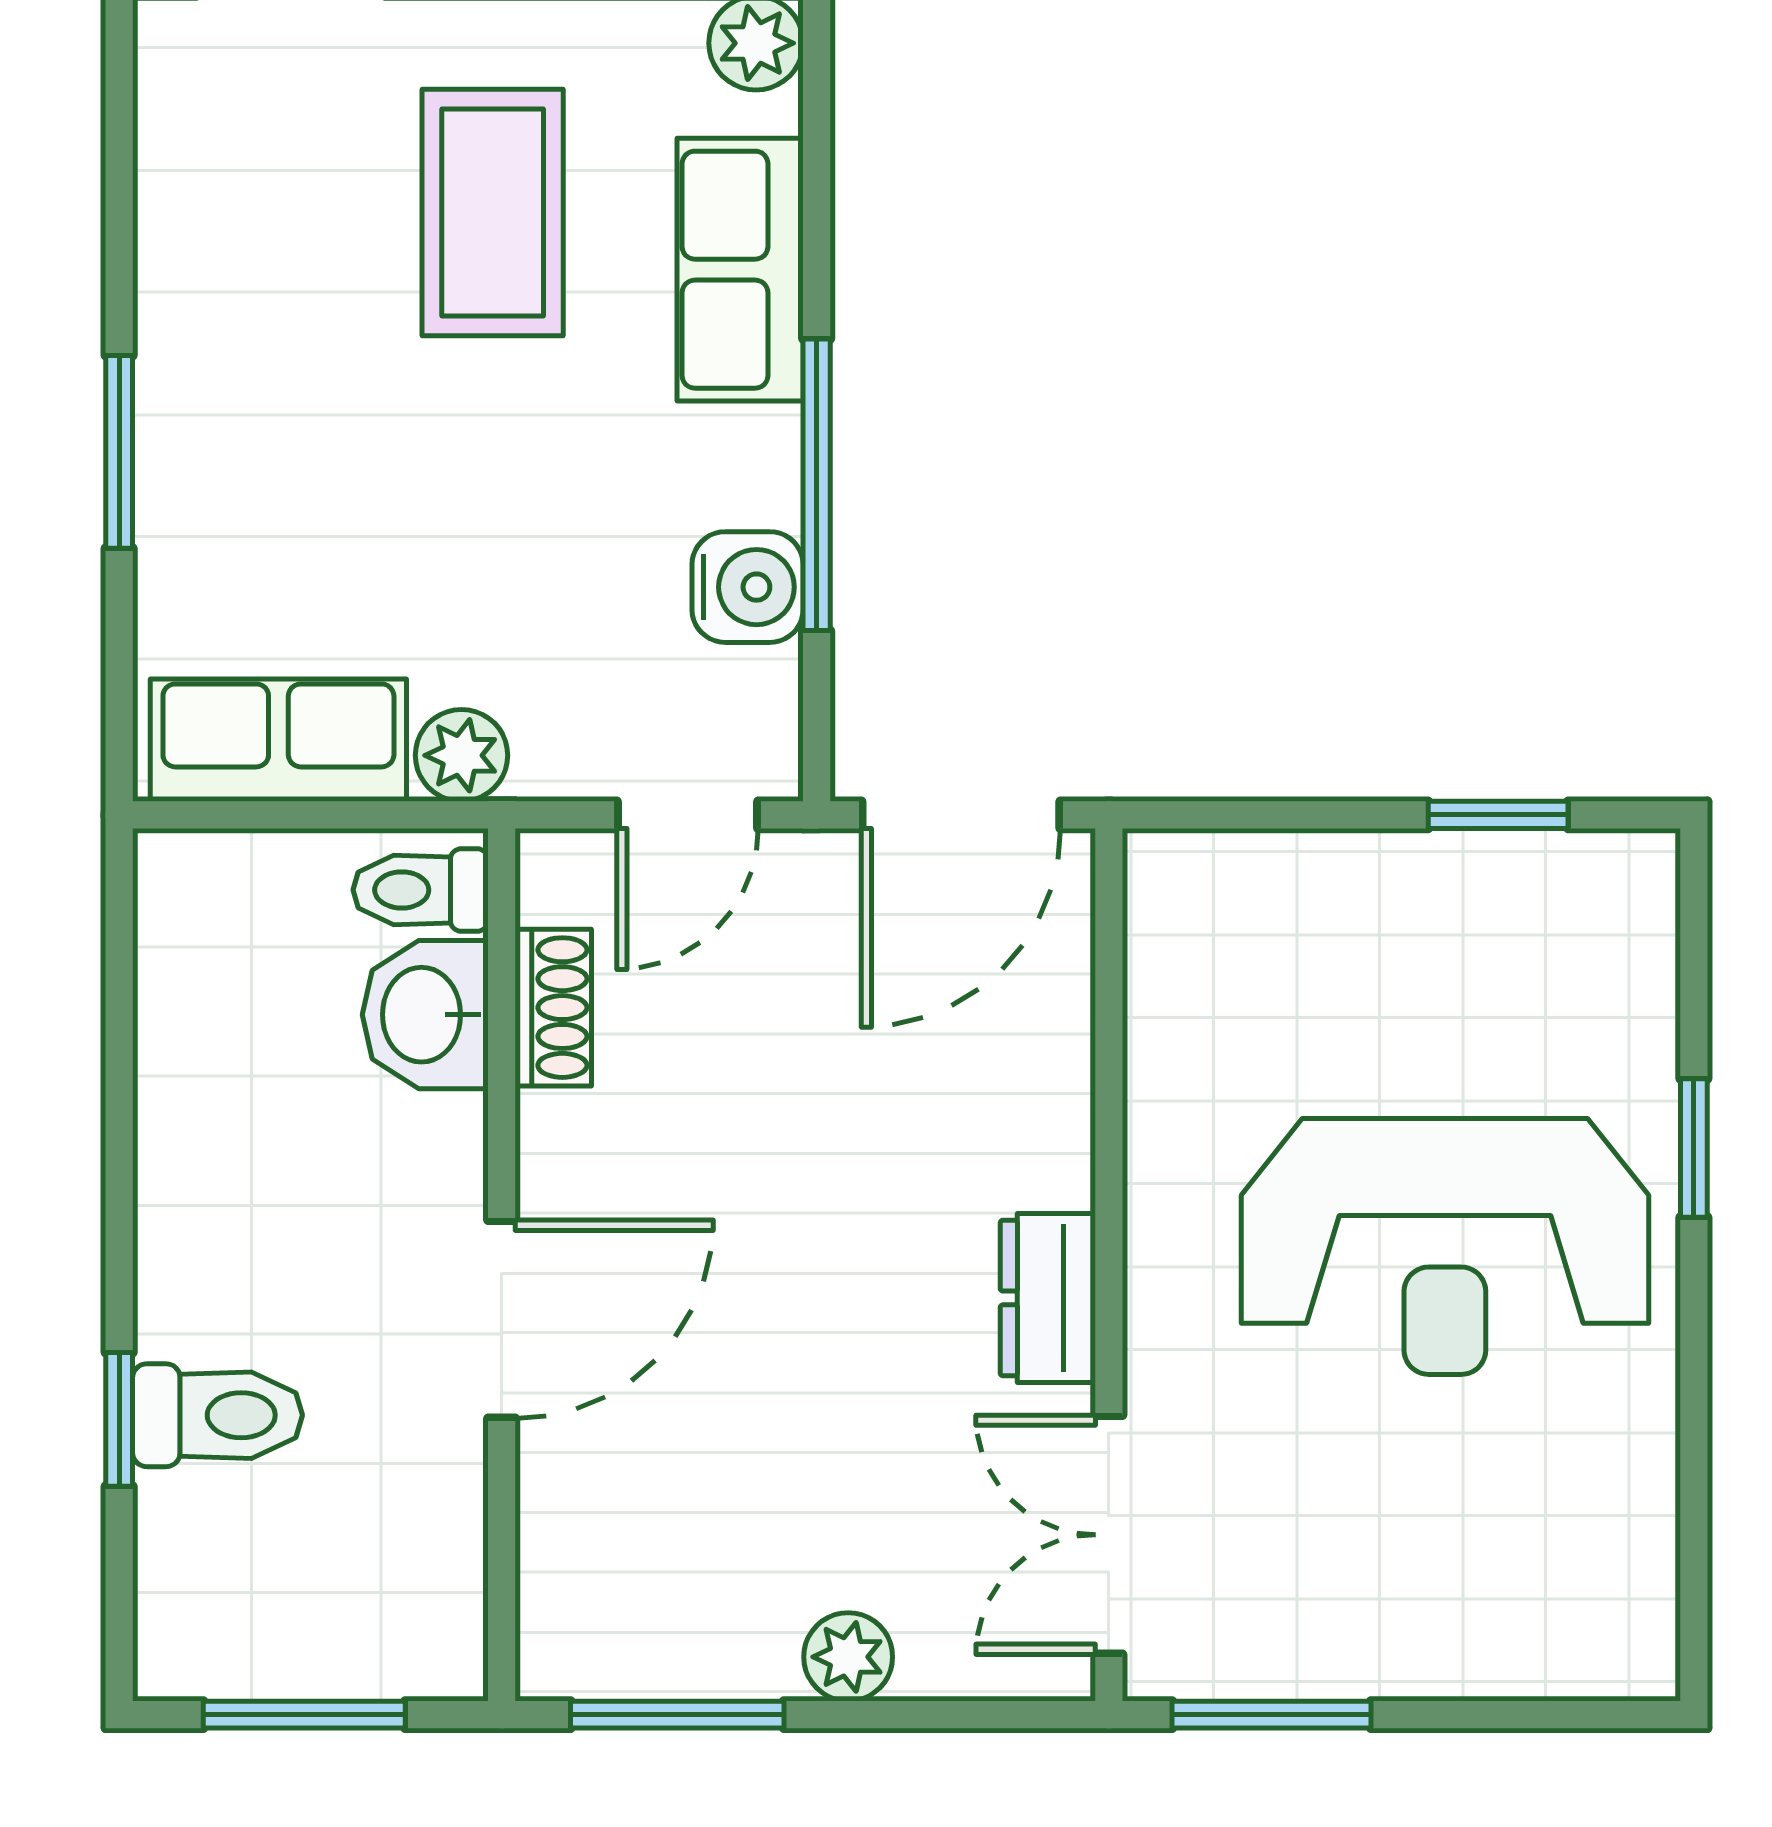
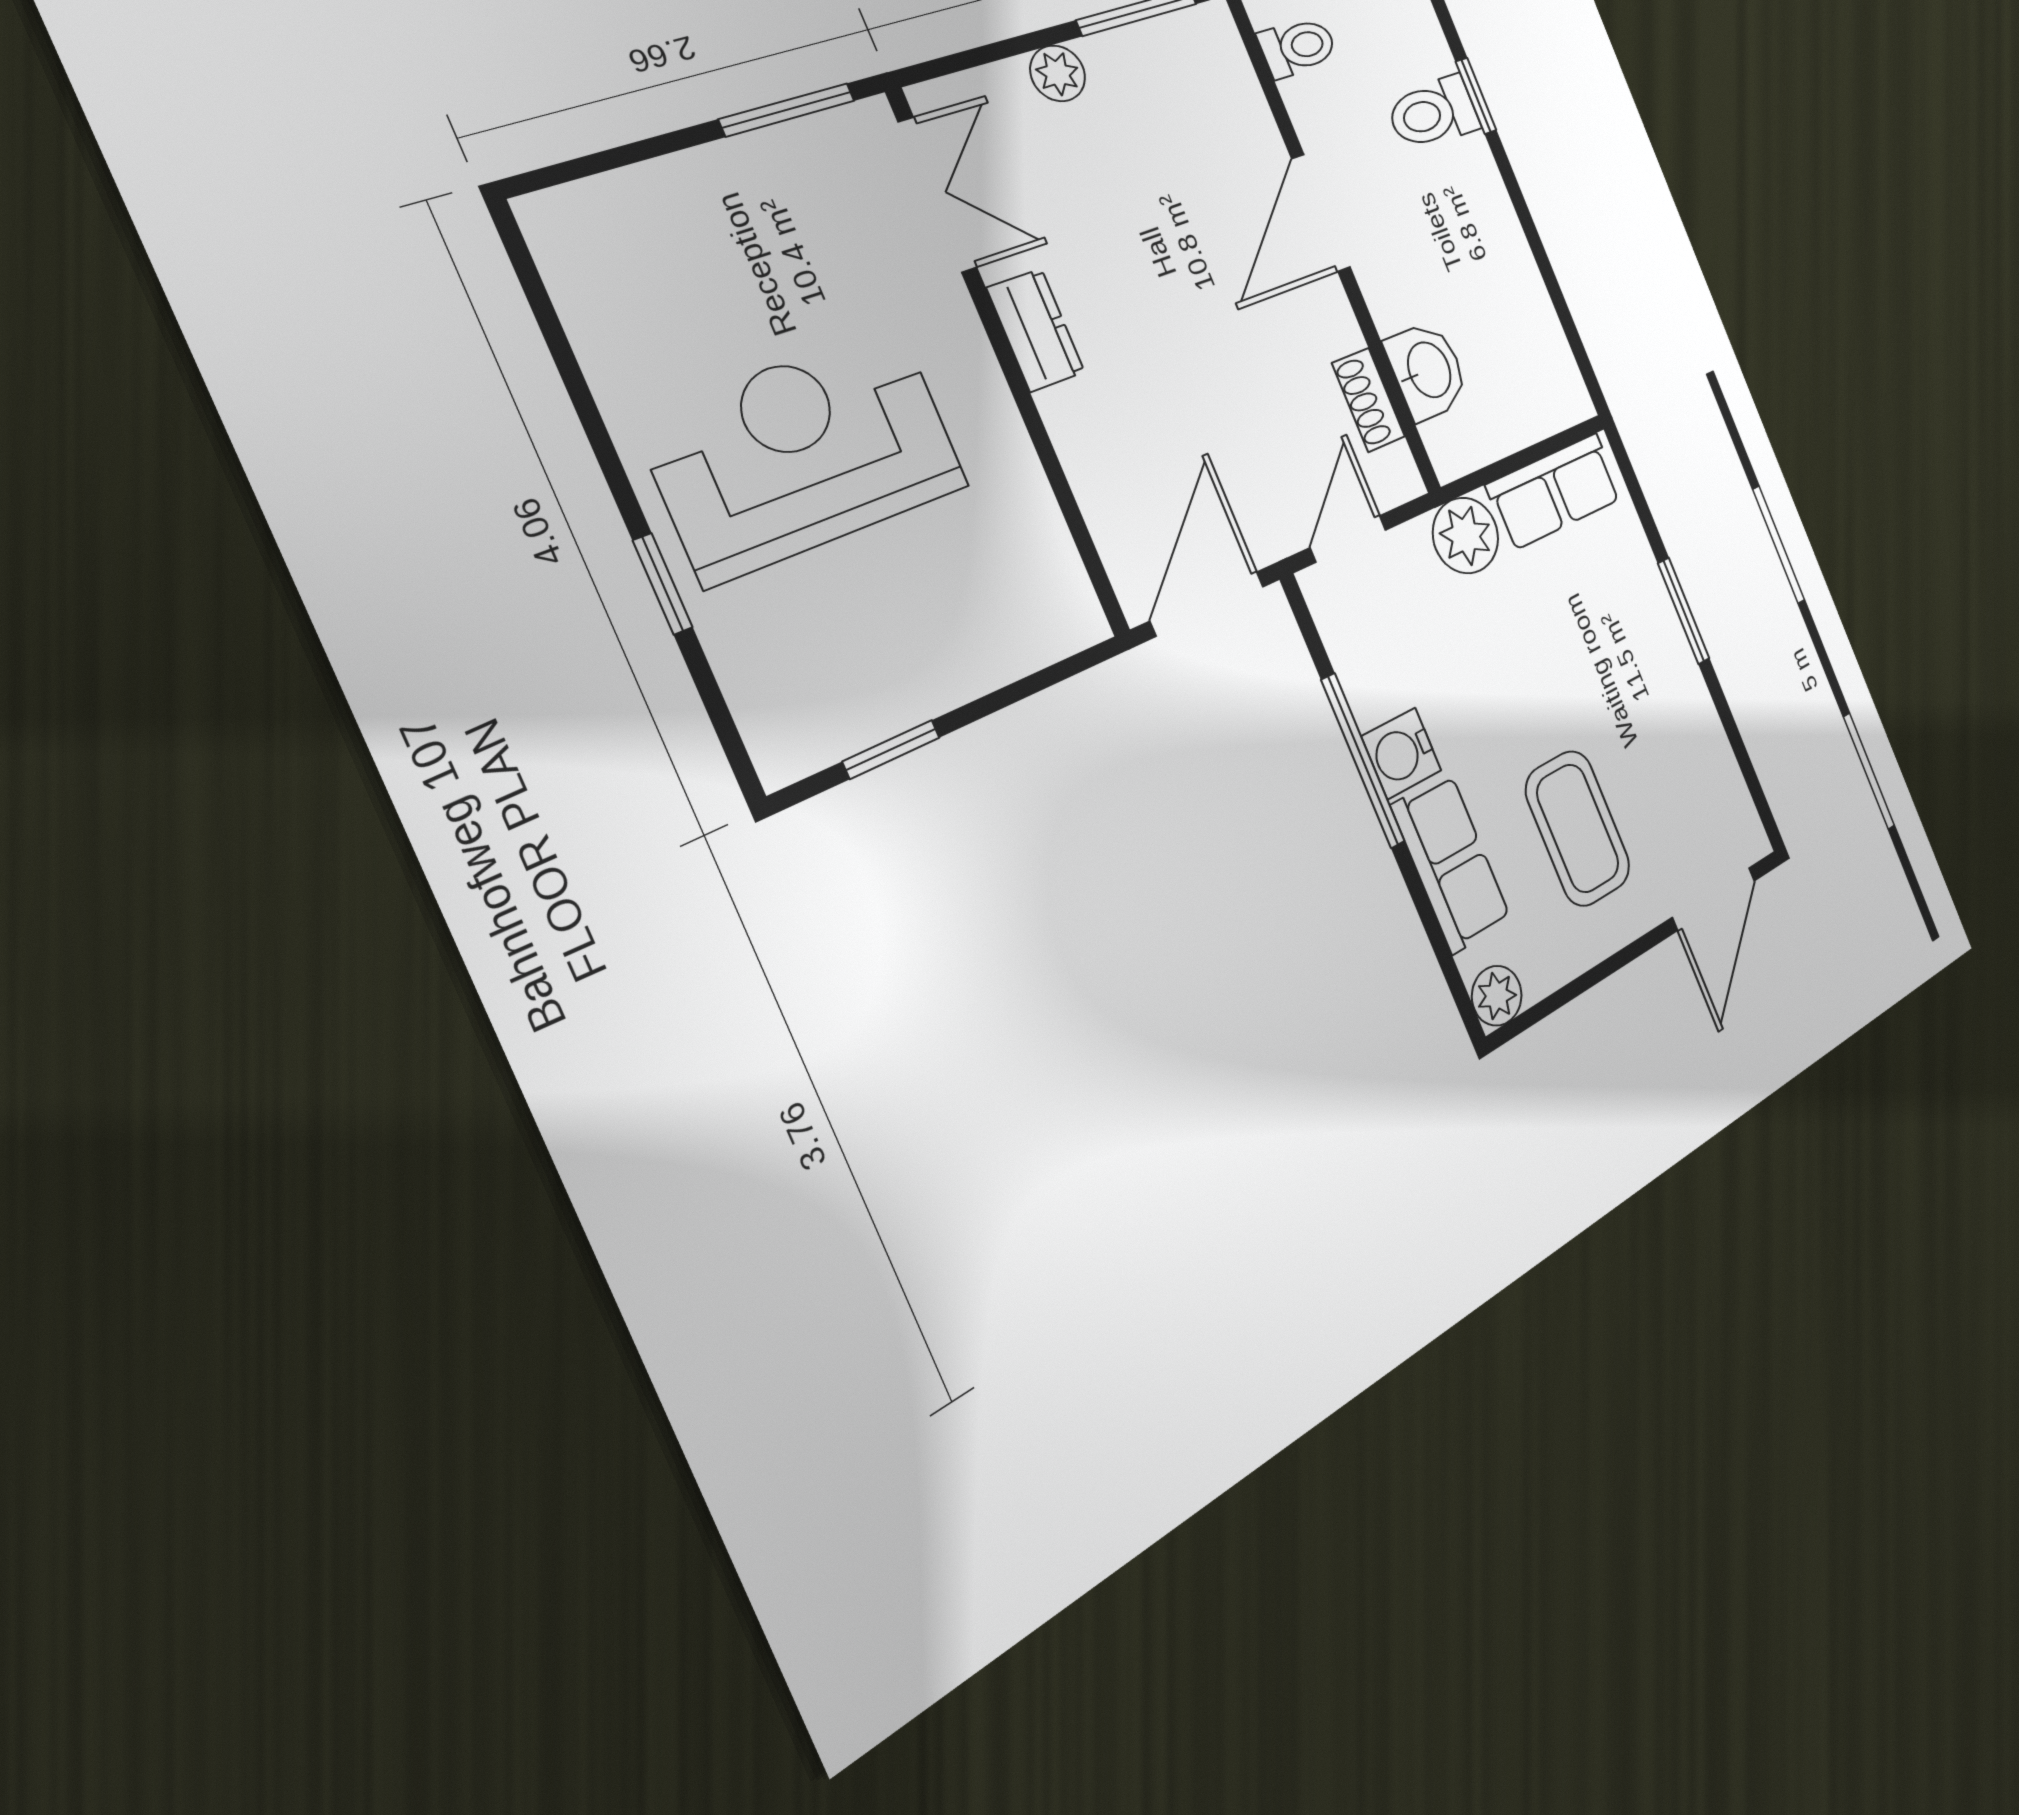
water cooler: (748, 587) -> (1401, 753), moved
plant: (462, 755) -> (1466, 535), width x1.38, depth x1.38
toilet: (421, 890) -> (1298, 47), moved

